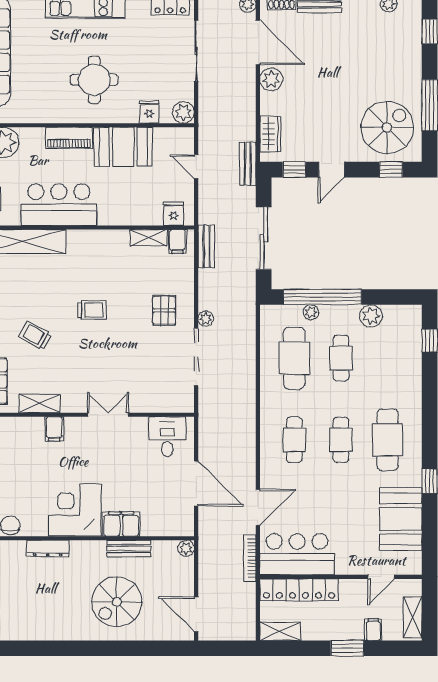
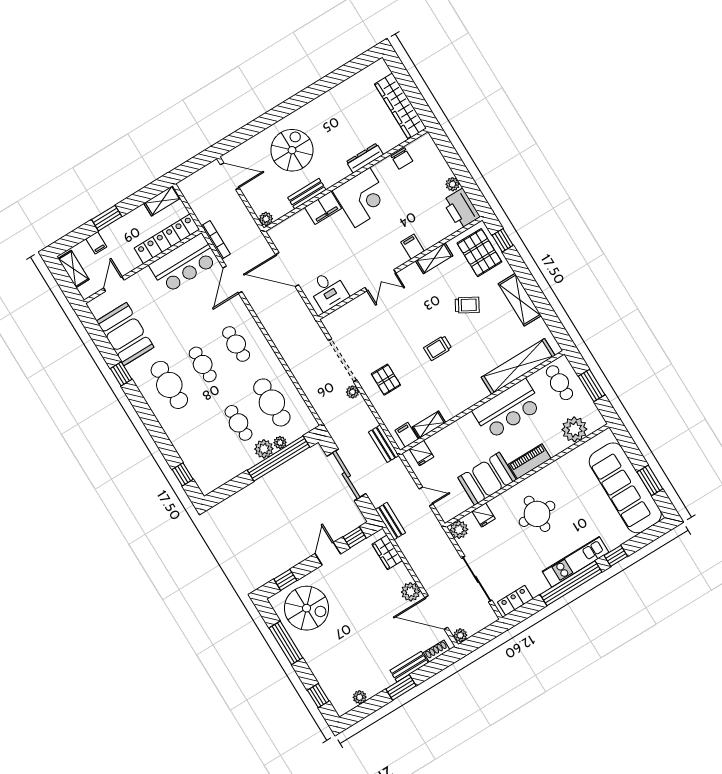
spiral stairs: (387, 128) -> (307, 608), turned -90
plant: (371, 316) -> (264, 449), moved

